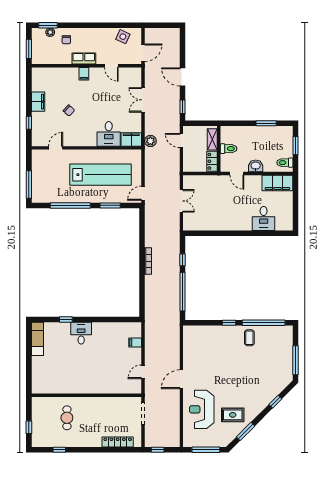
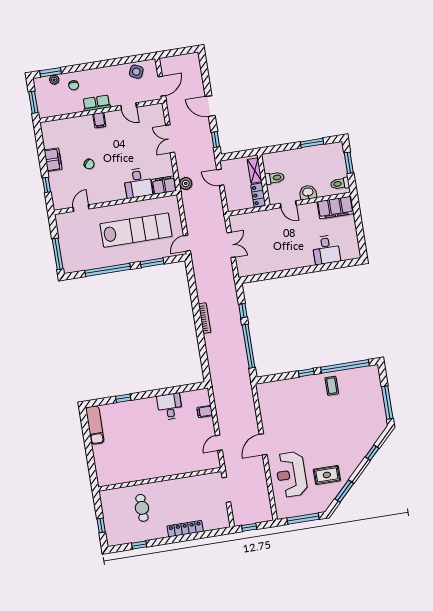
desk: (81, 333) -> (170, 406), moved
locker: (118, 442) -> (185, 529), moved

